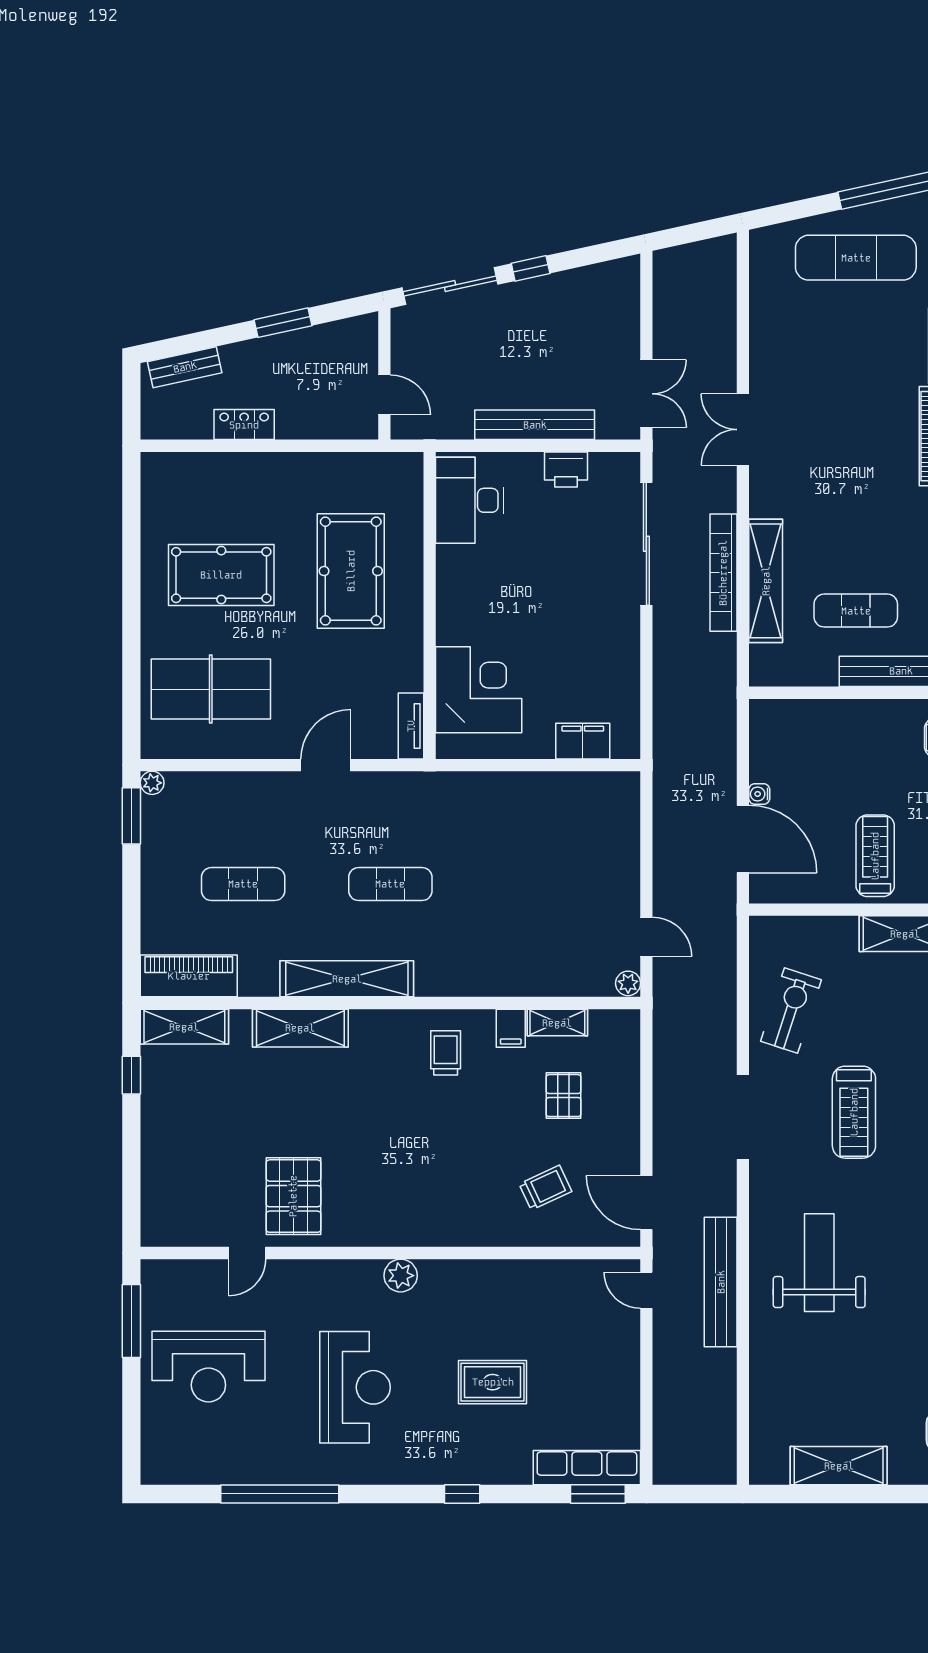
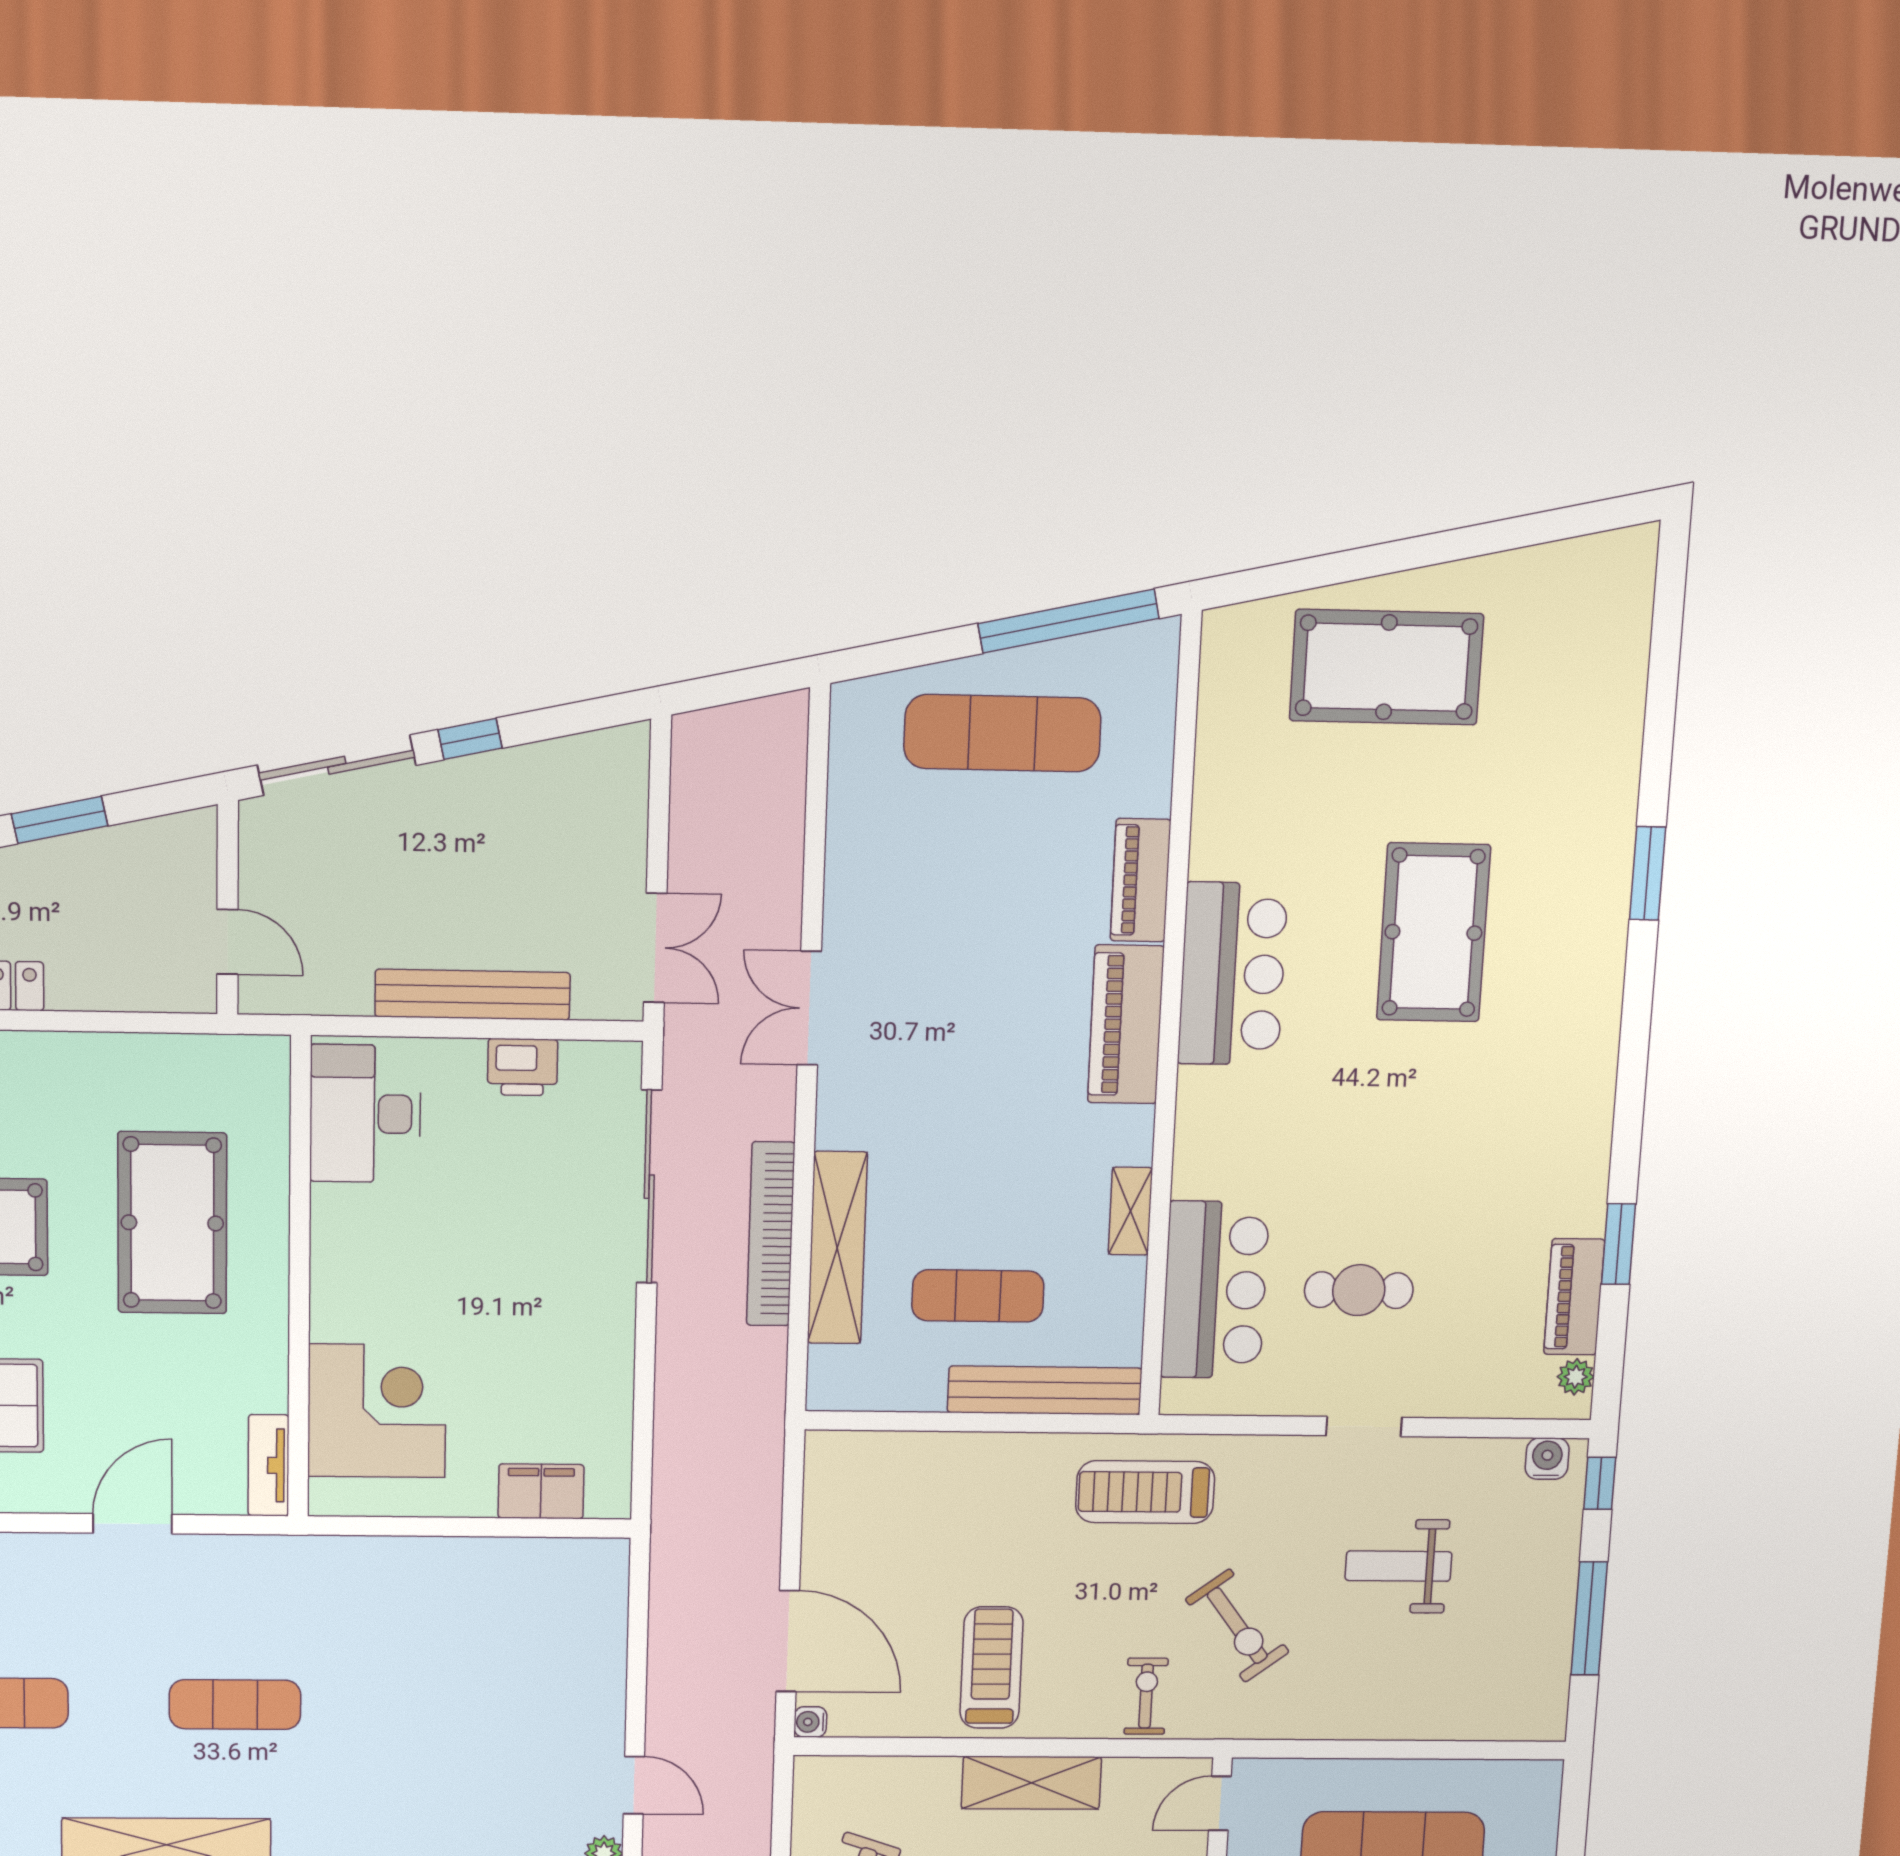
water cooler: (759, 794) -> (810, 1722), moved

